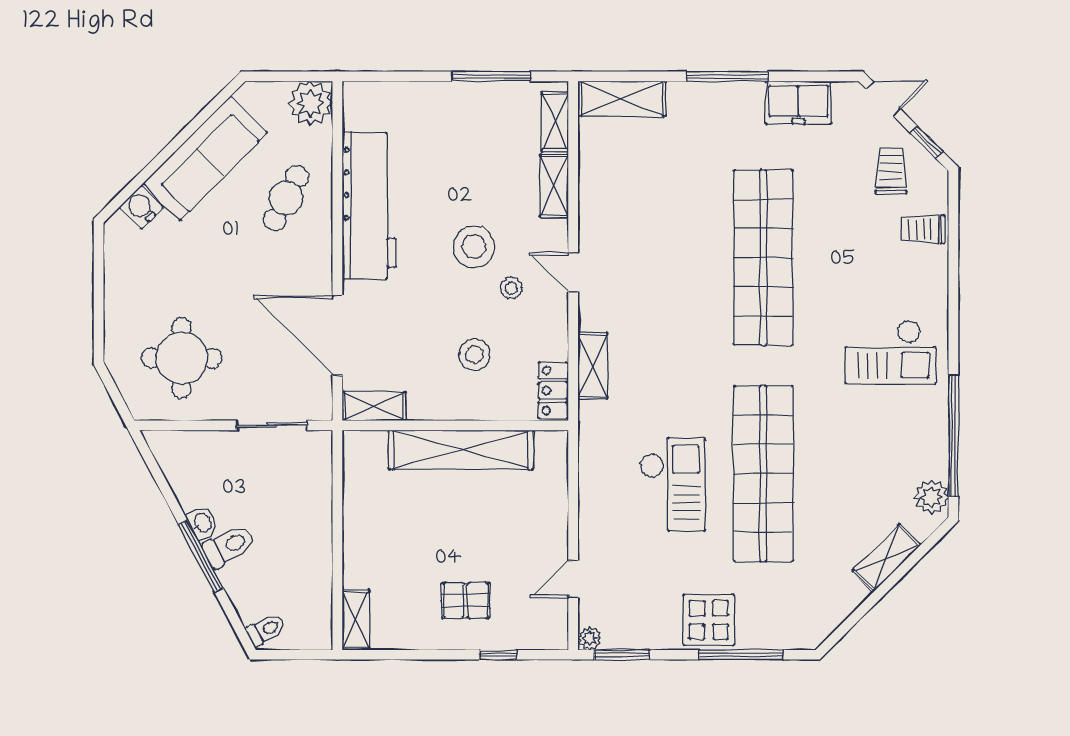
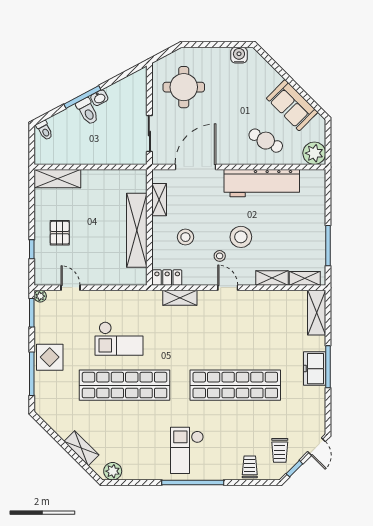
freezer: (798, 103) -> (315, 369), moved
sofa: (205, 158) -> (292, 105), width x0.73
trolley: (891, 171) -> (280, 450), turned 90
water cooler: (141, 207) -> (239, 55), moved, turned -45
door: (573, 272) -> (228, 288), hinge flipped
shelving: (374, 406) -> (159, 200), moved
window: (953, 436) -> (193, 482), moved
shelving: (356, 620) -> (57, 179), width x1.50, depth x1.33

